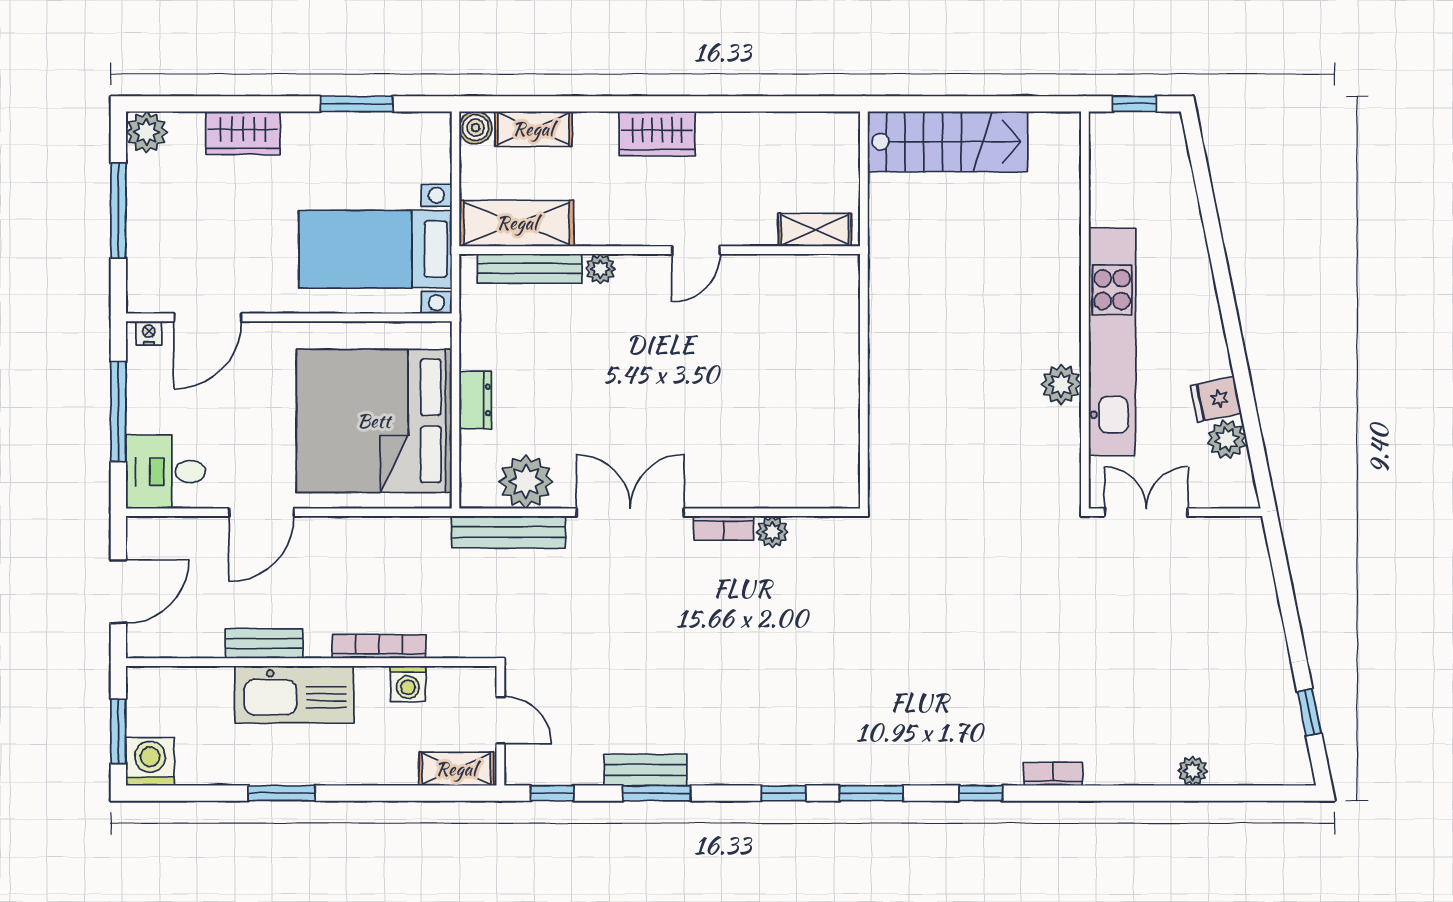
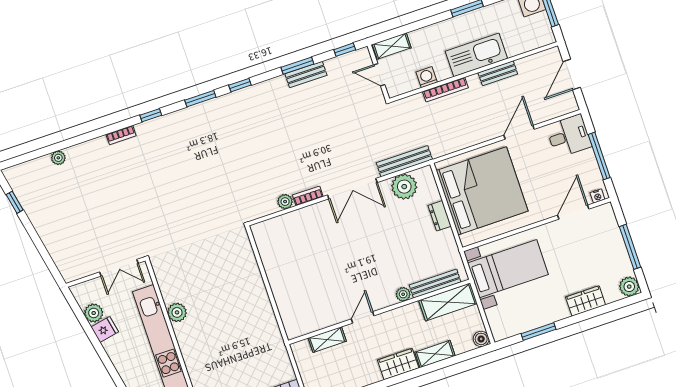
shelving: (533, 129) -> (435, 354), moved
shelving: (815, 230) -> (327, 340), moved

